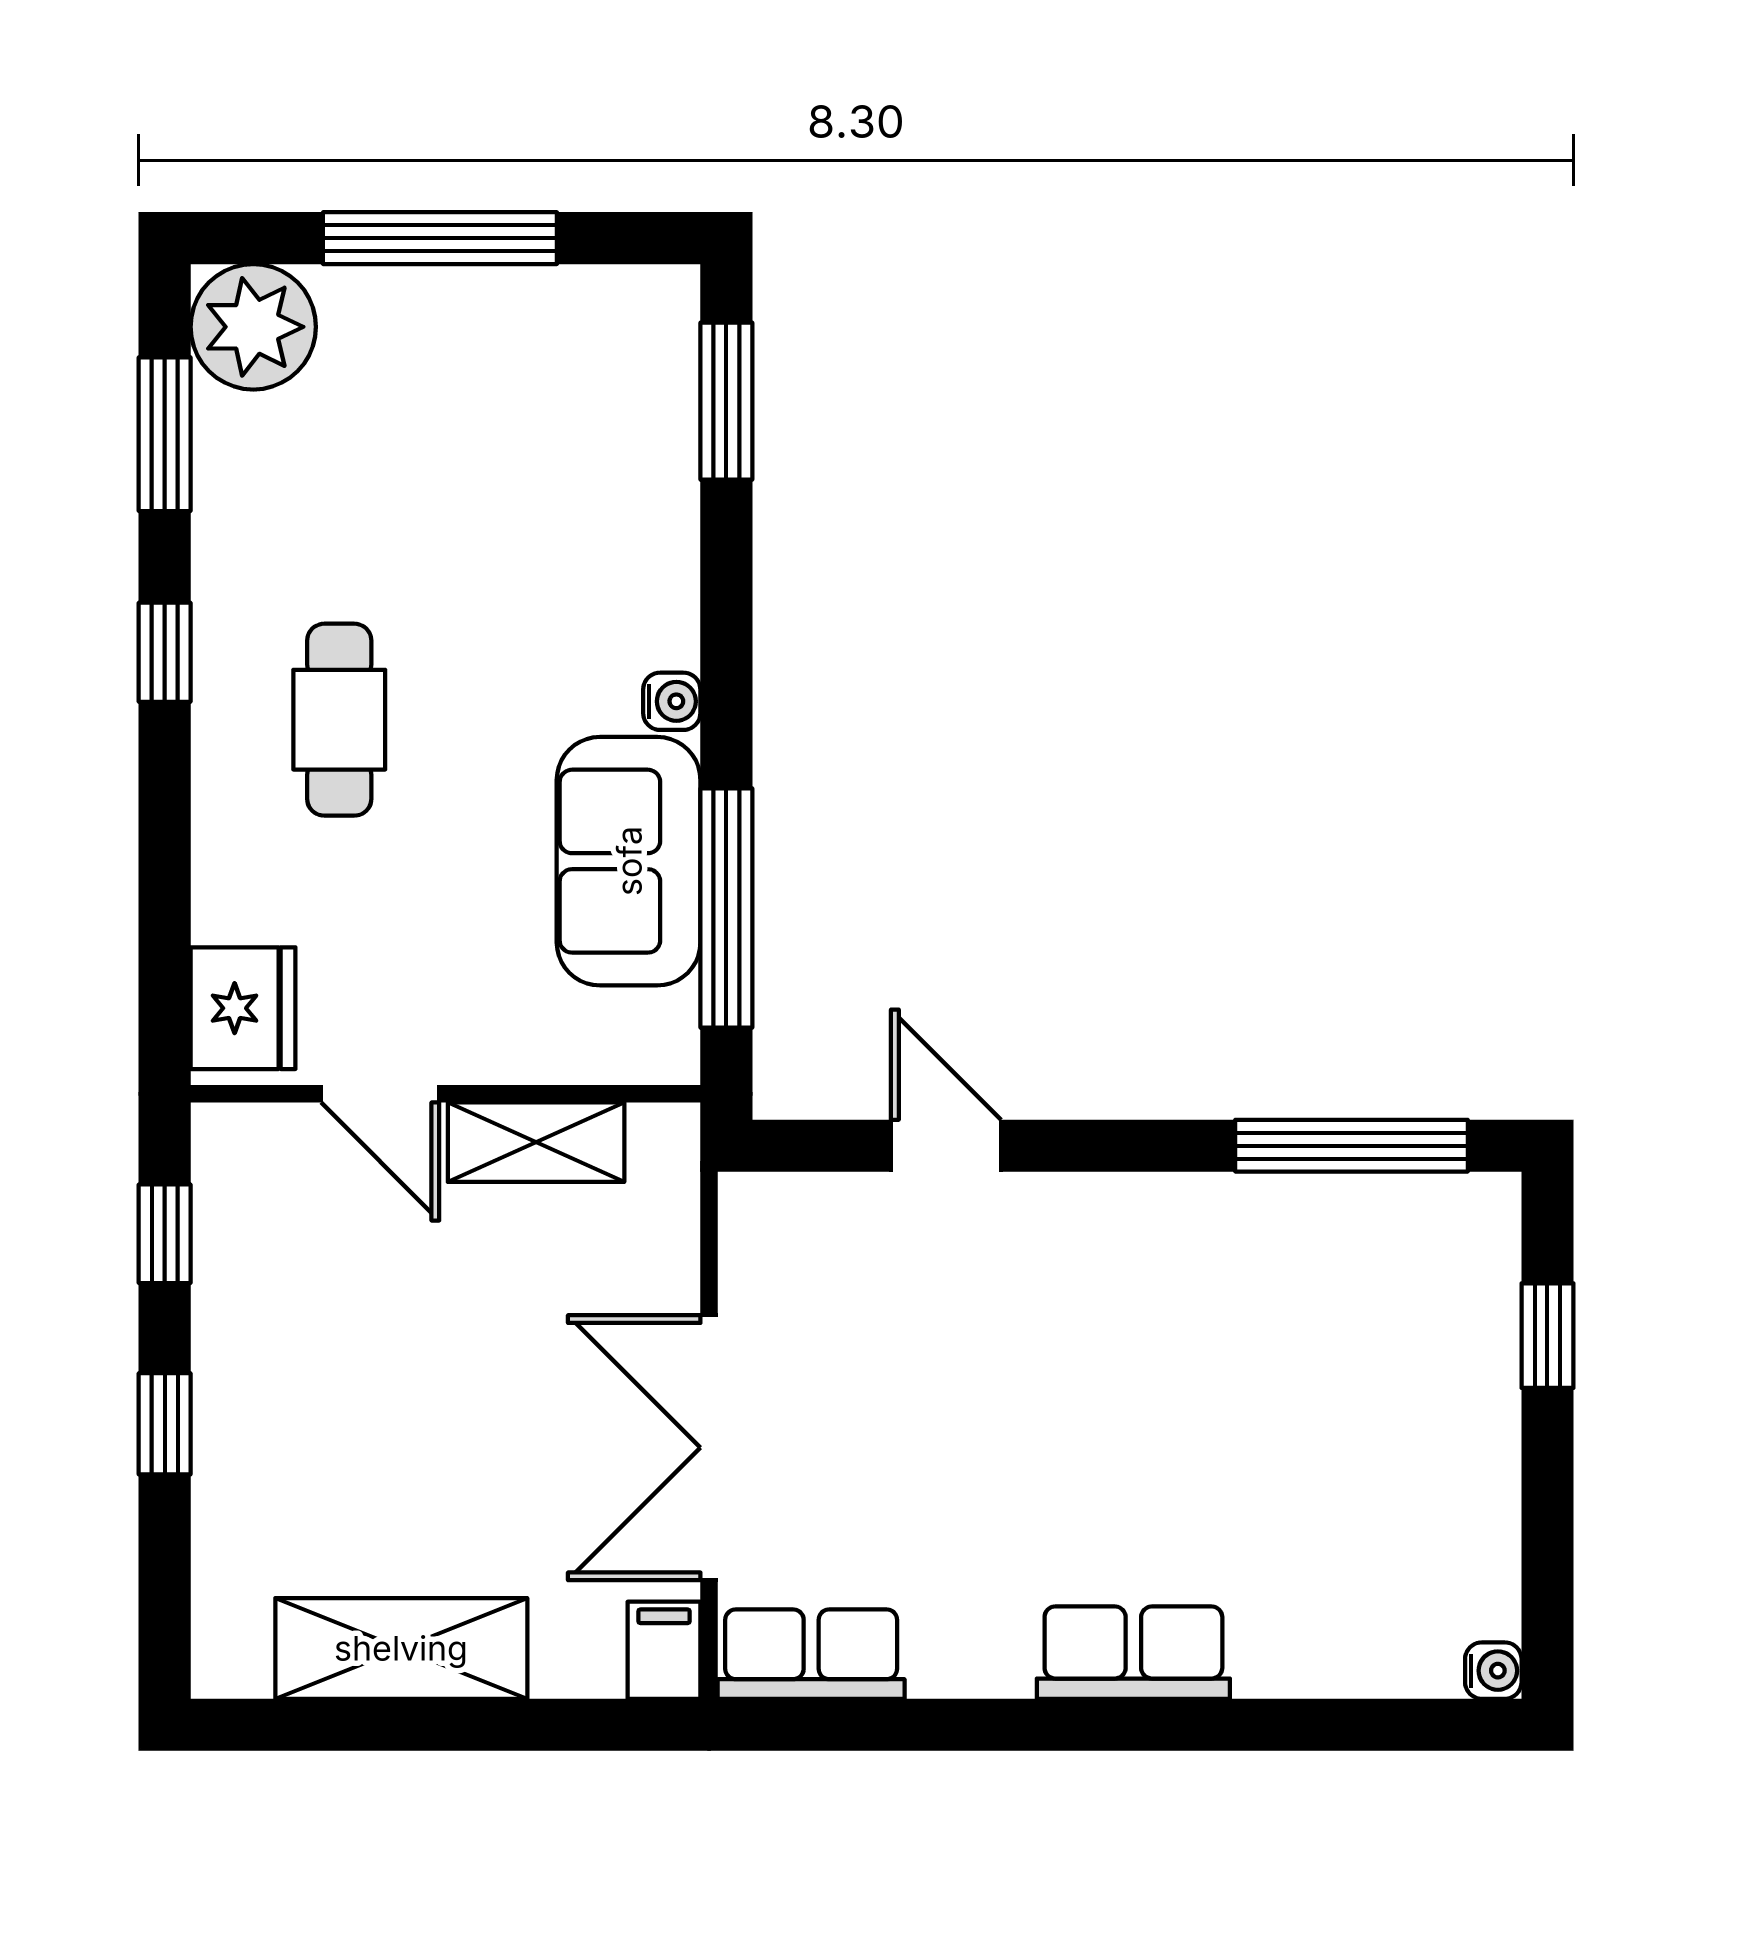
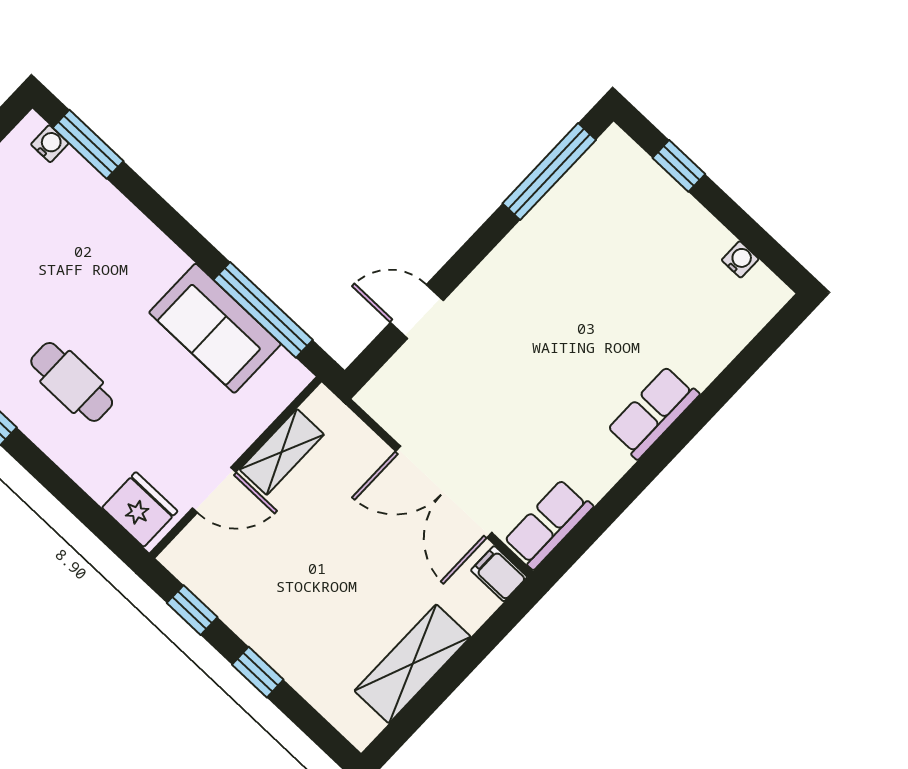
water cooler: (672, 701) -> (50, 144), moved
water cooler: (1493, 1671) -> (740, 259), moved

